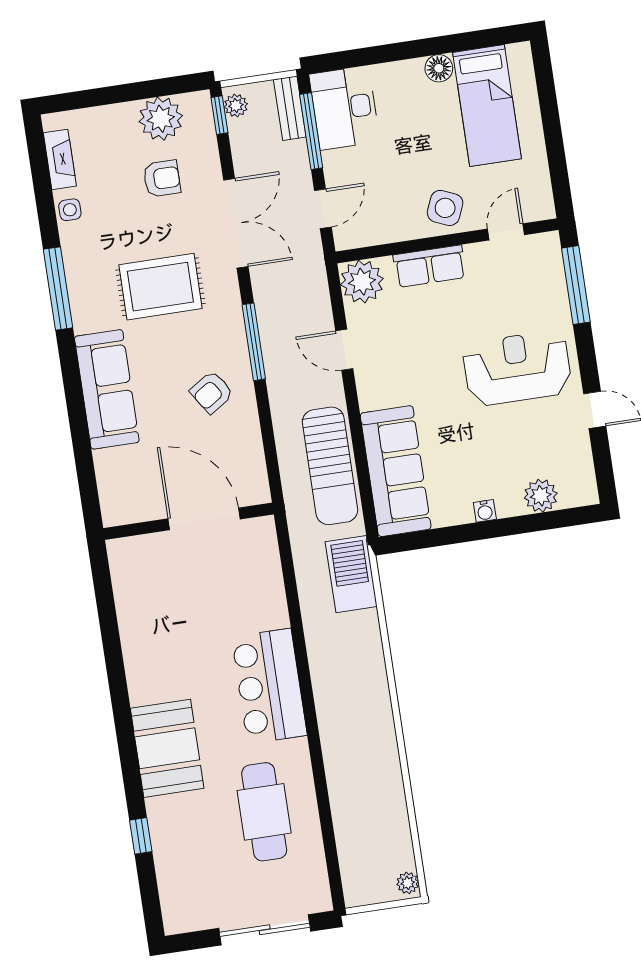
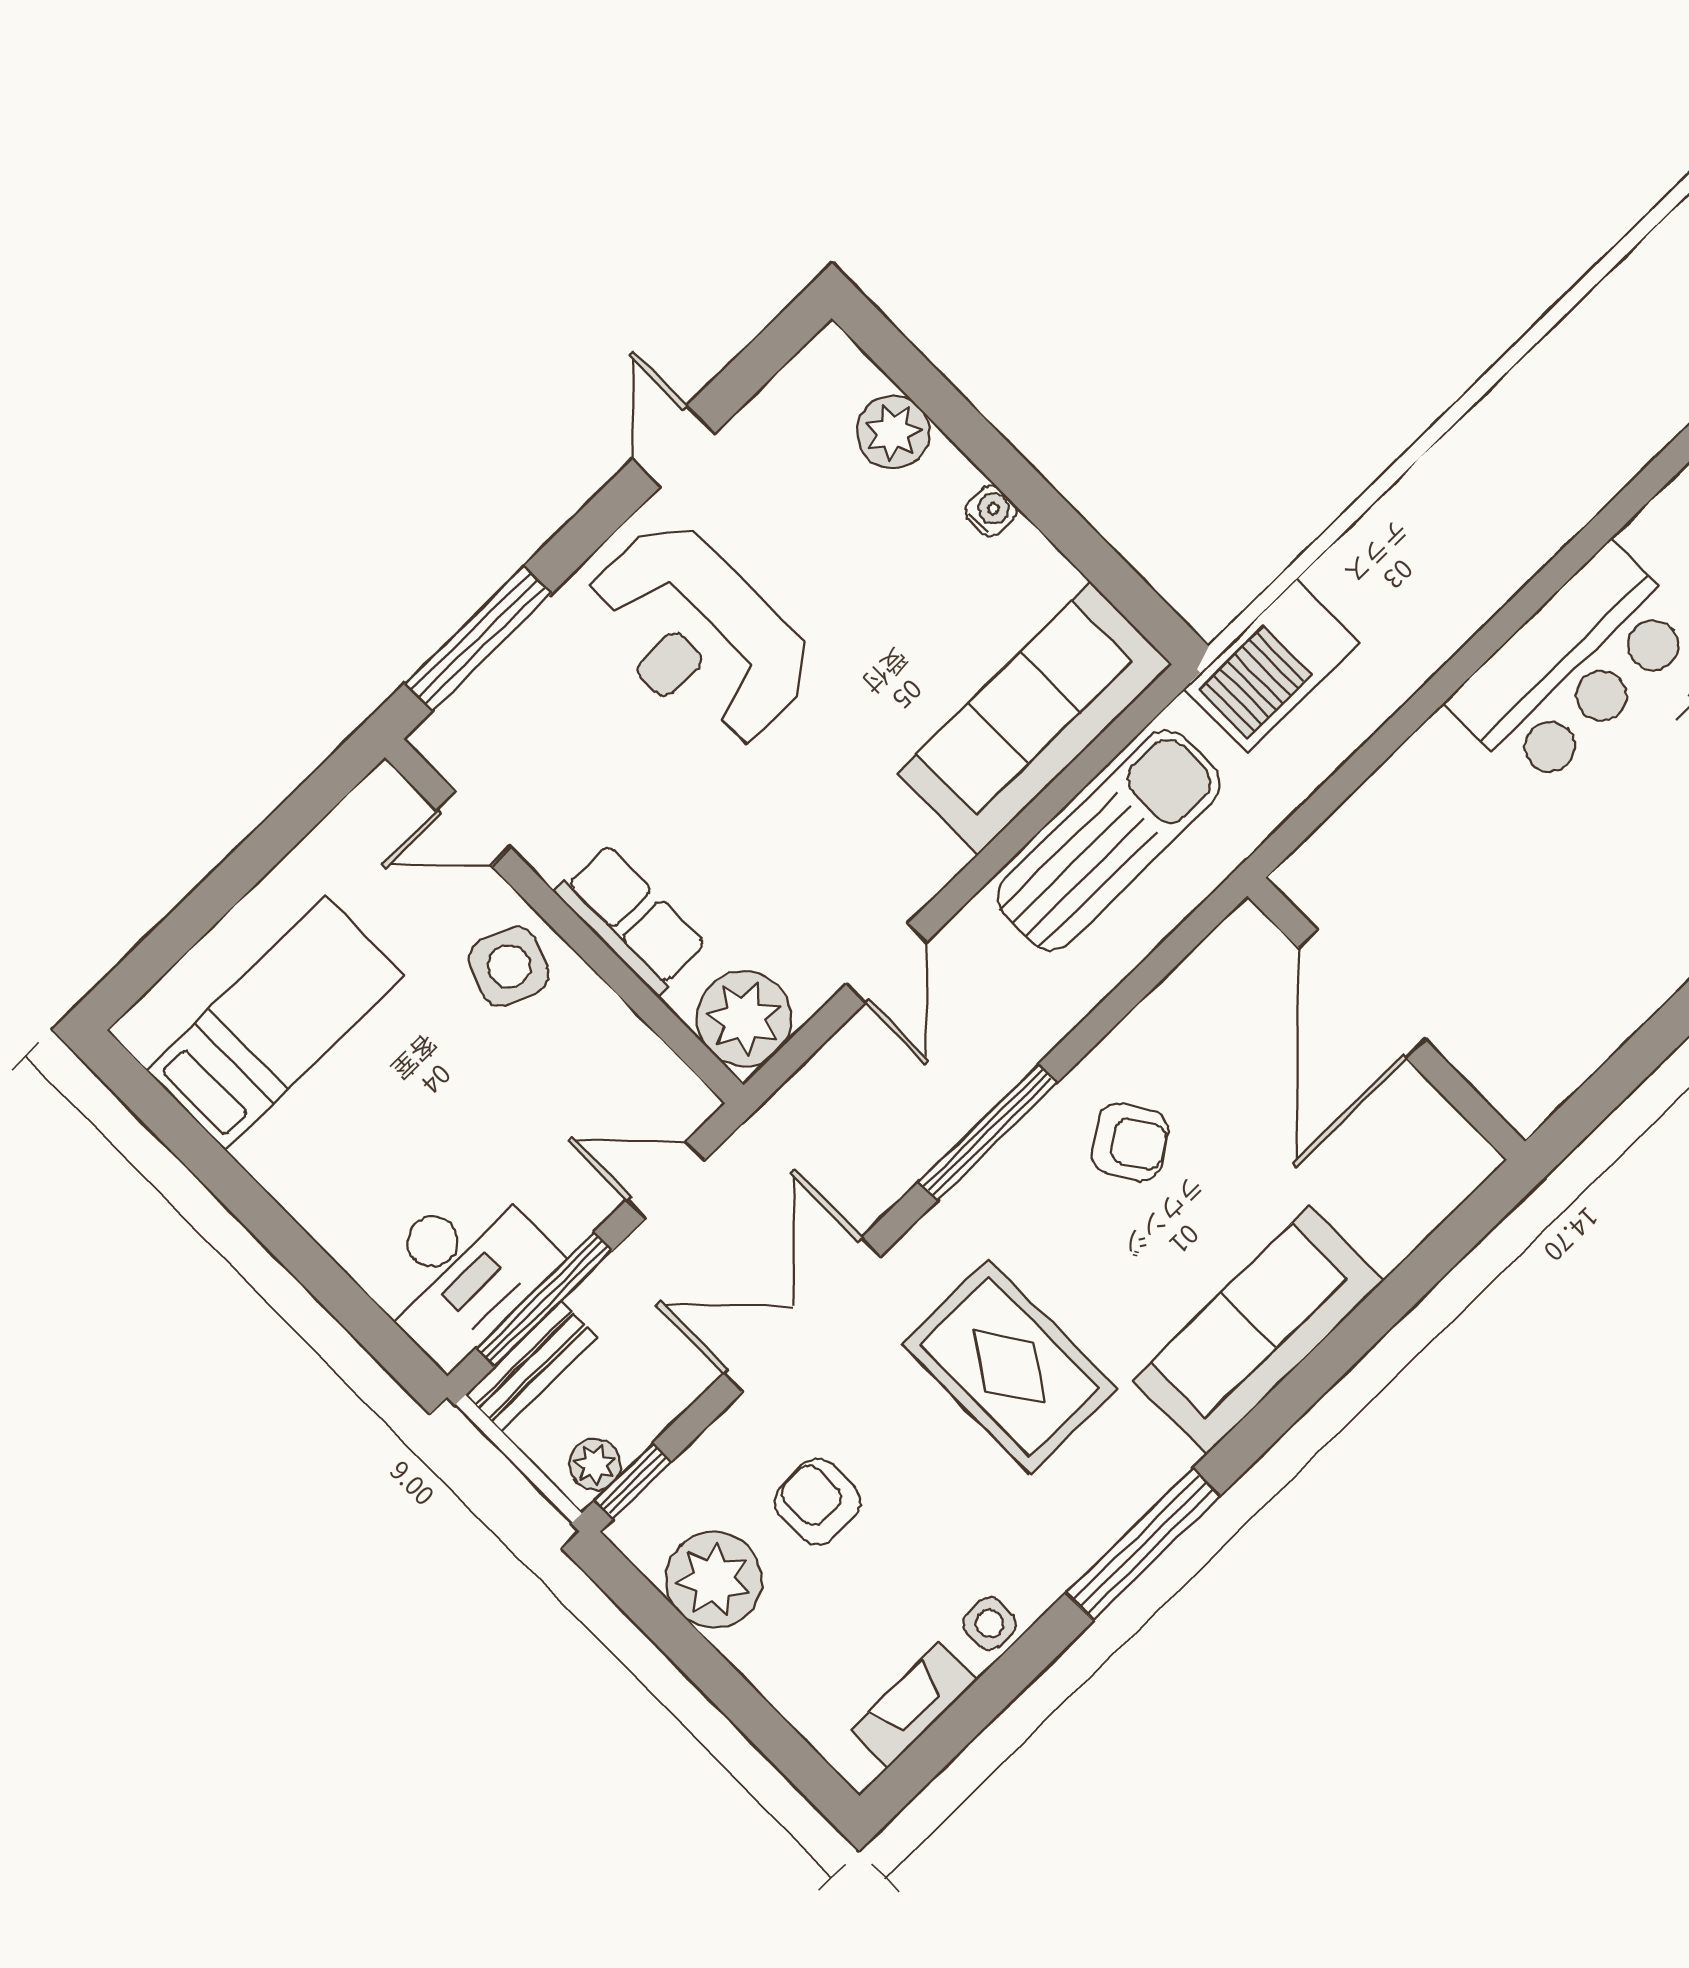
floor lamp: (439, 68) -> (271, 1155), removed

